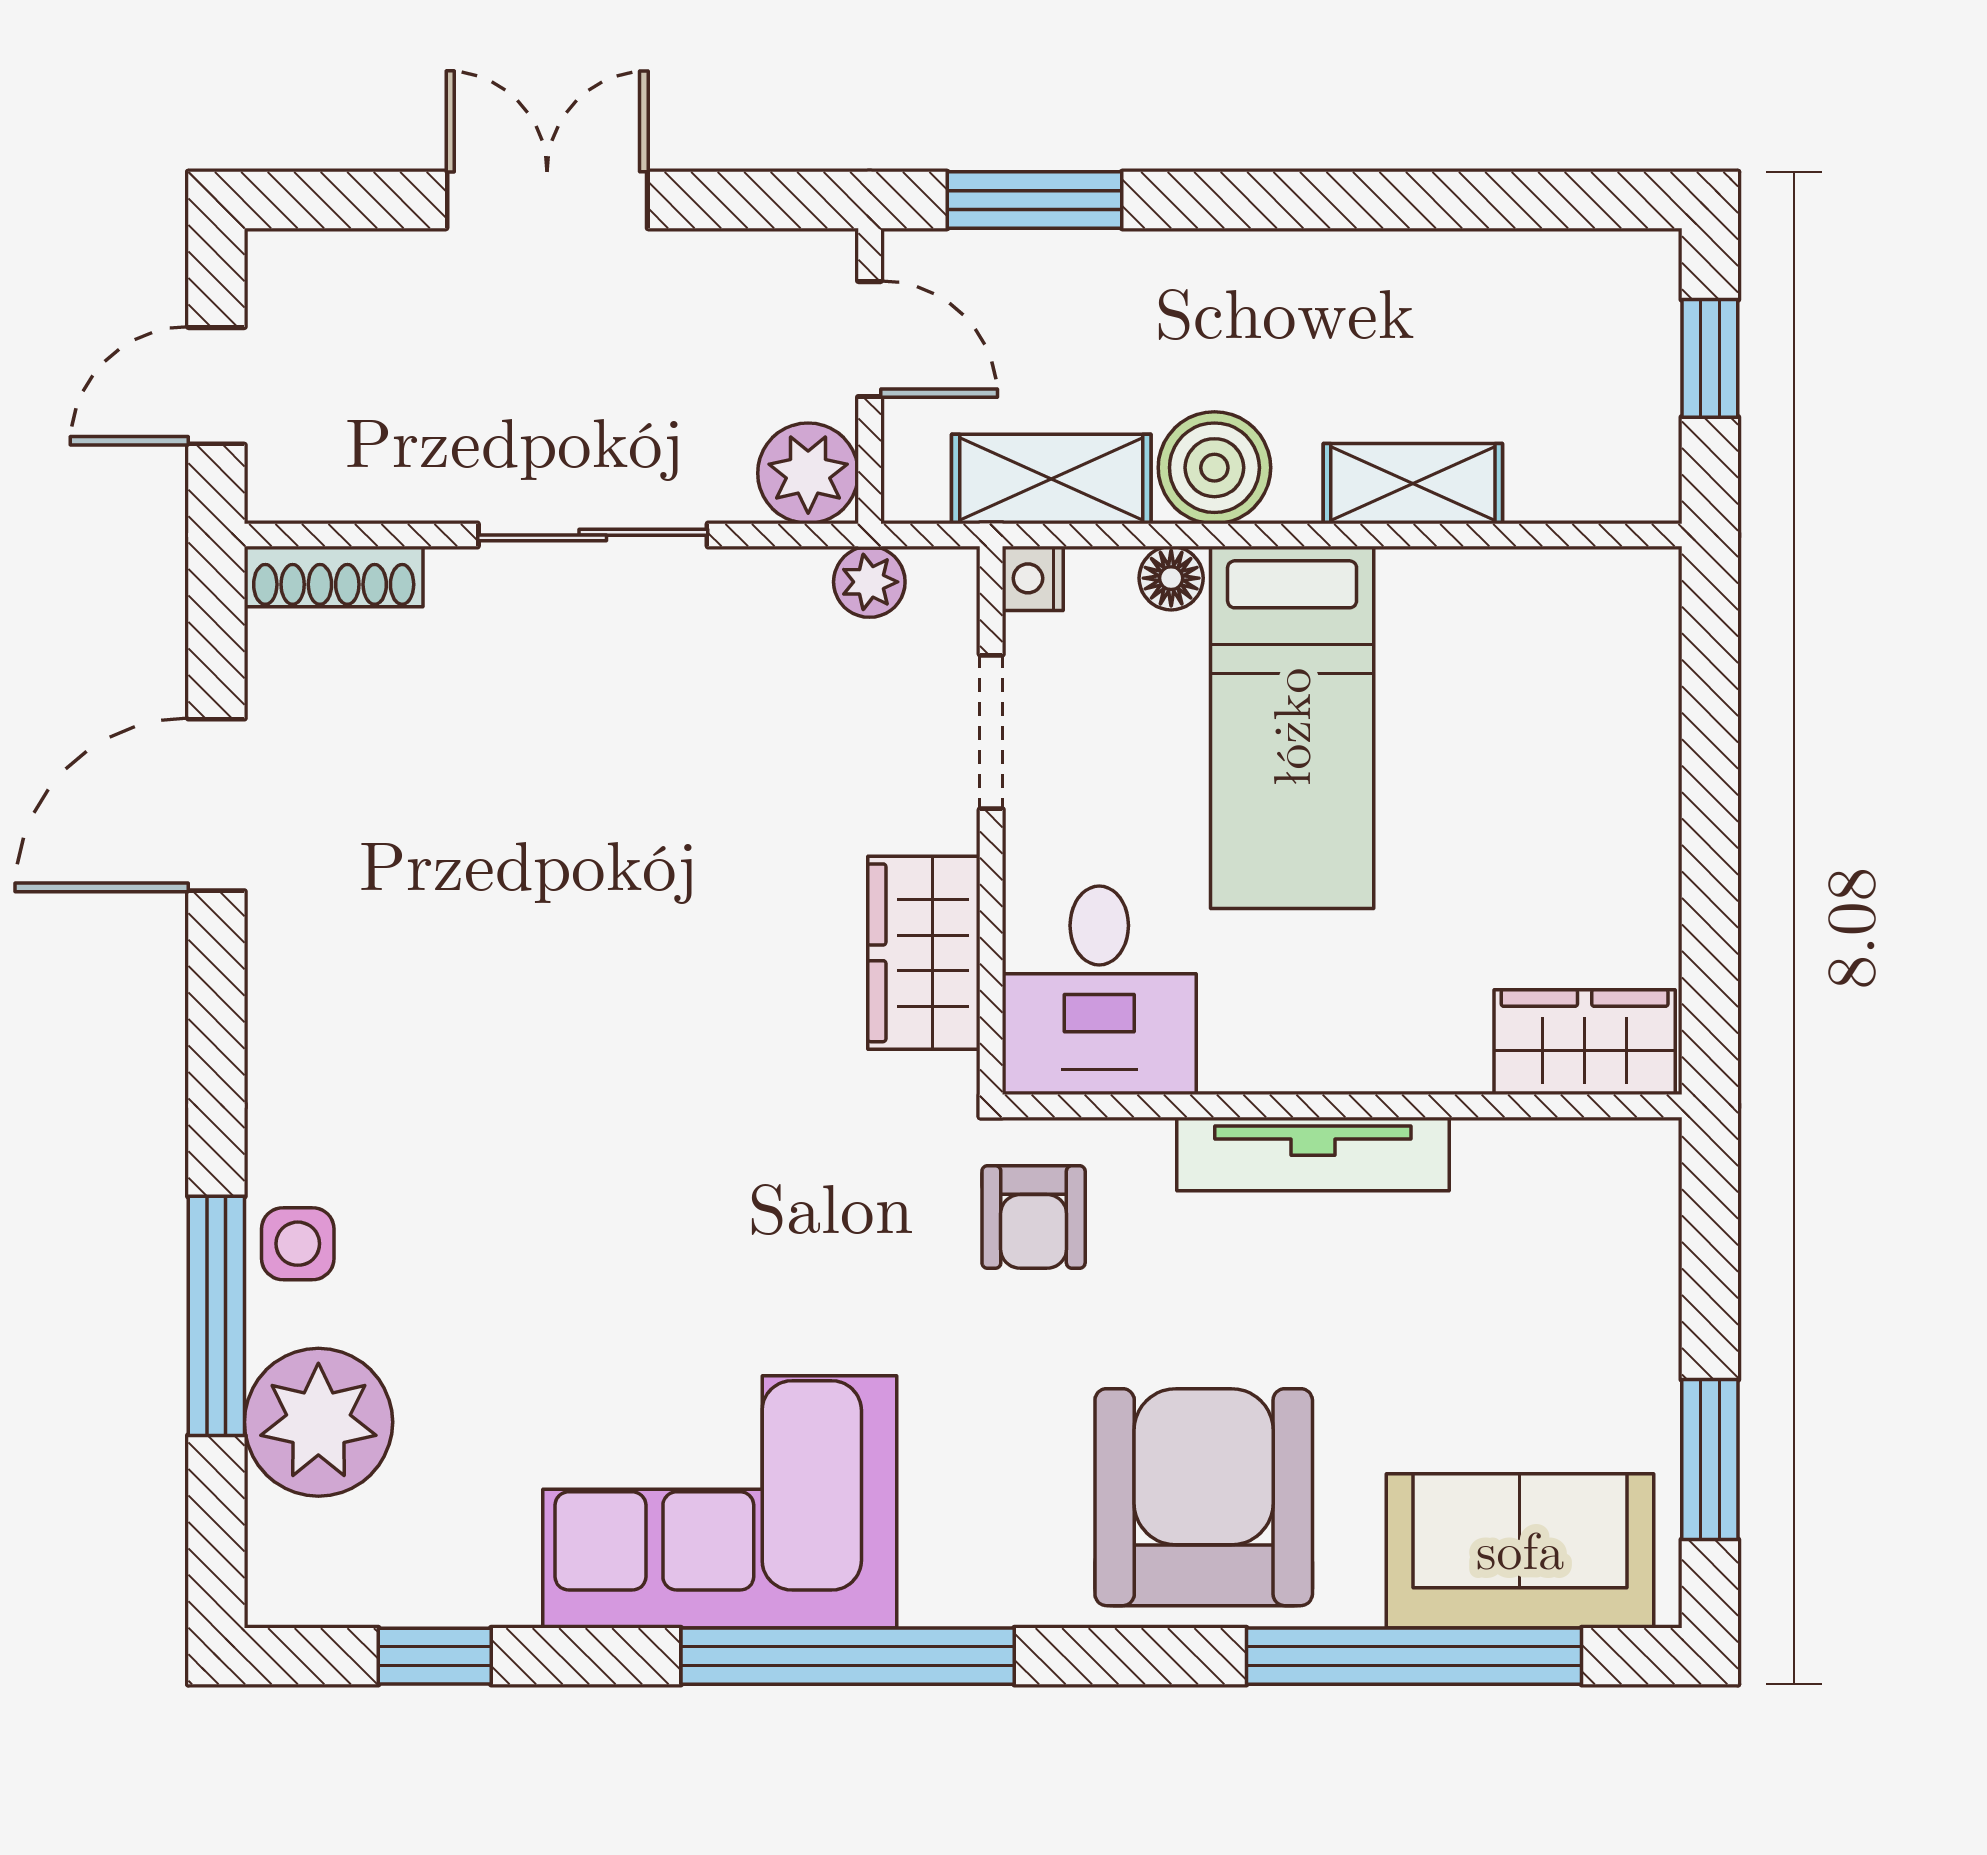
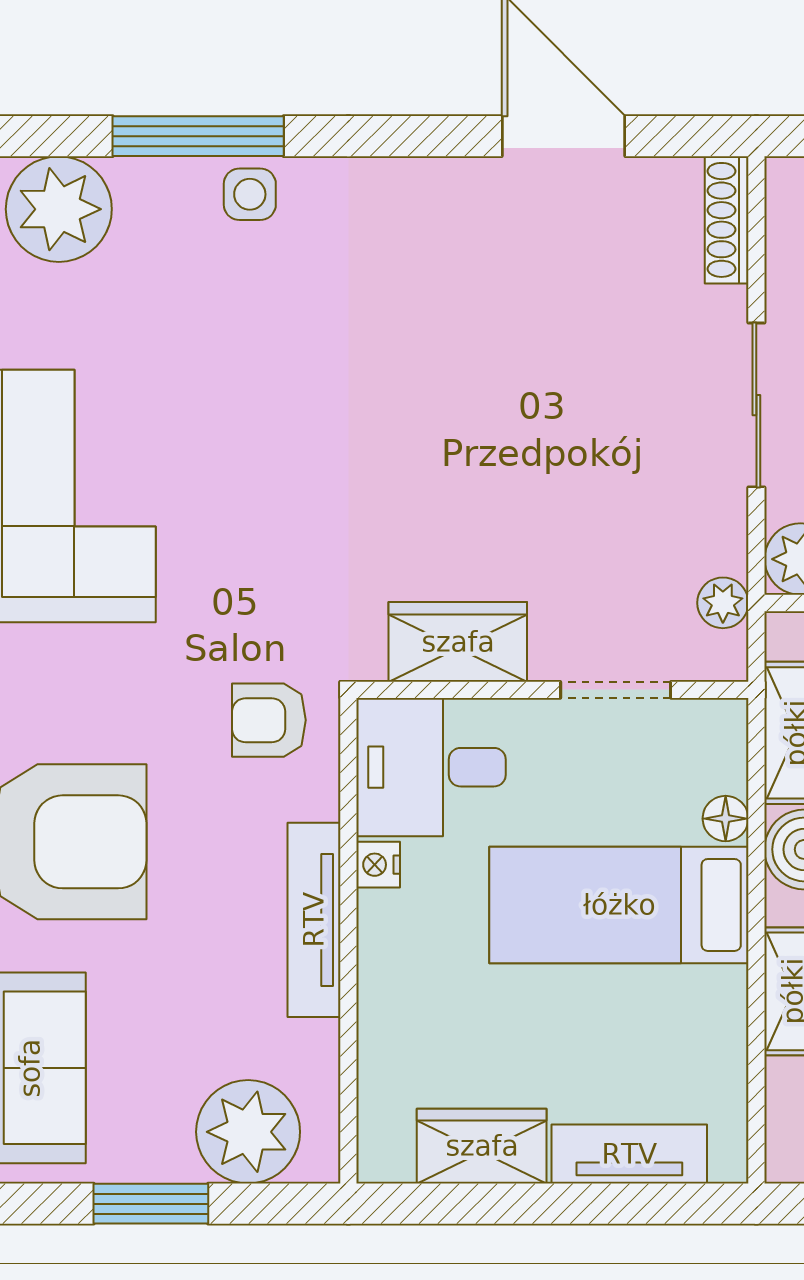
nightstand: (1033, 578) -> (378, 865), moved, turned -90
tv unit: (1640, 713) -> (629, 1154), added
wardrobe: (1585, 1042) -> (482, 1146), moved, turned -90
plant: (1609, 1246) -> (248, 1132), added
plant: (318, 1422) -> (59, 209), moved
window: (1710, 1460) -> (151, 1204), moved

